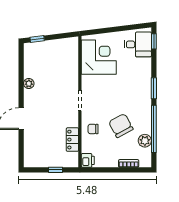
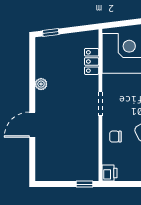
locker: (72, 140) -> (92, 61), moved
window: (56, 170) -> (84, 184), moved

